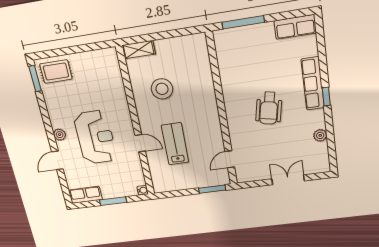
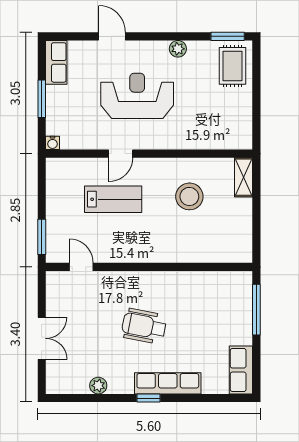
plant: (60, 135) -> (178, 49), moved
reception desk: (95, 137) -> (137, 96), turned 180

